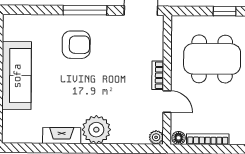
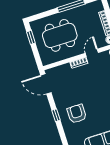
window: (85, 10) -> (56, 115), width x0.46
dining table: (212, 59) -> (60, 35), turned 90

